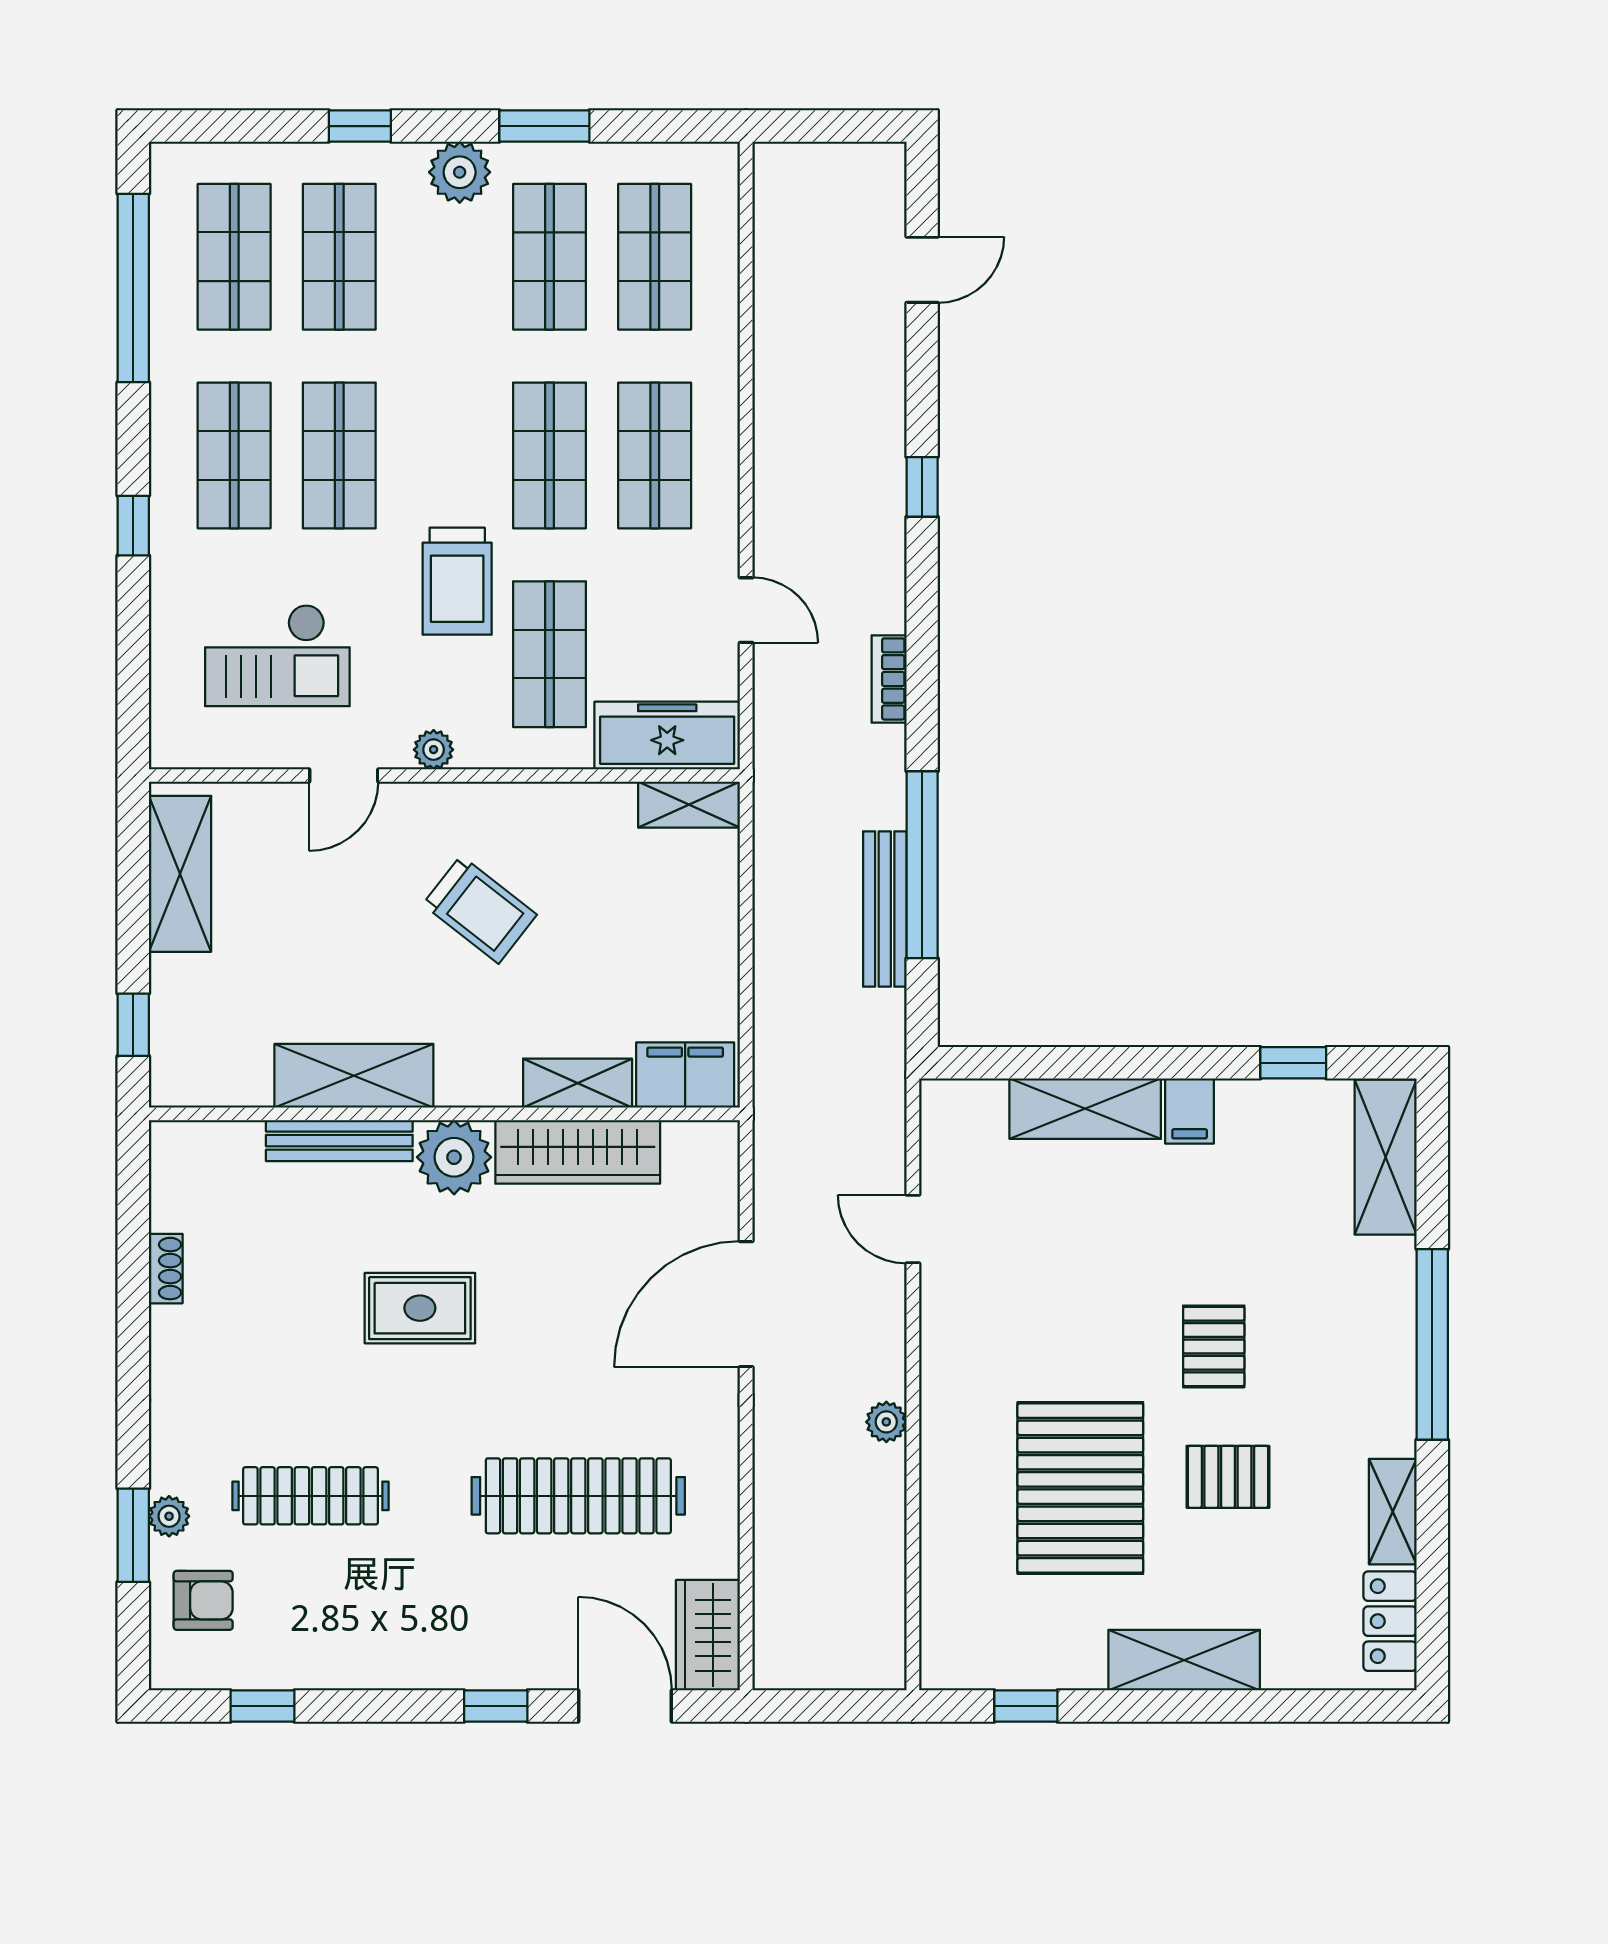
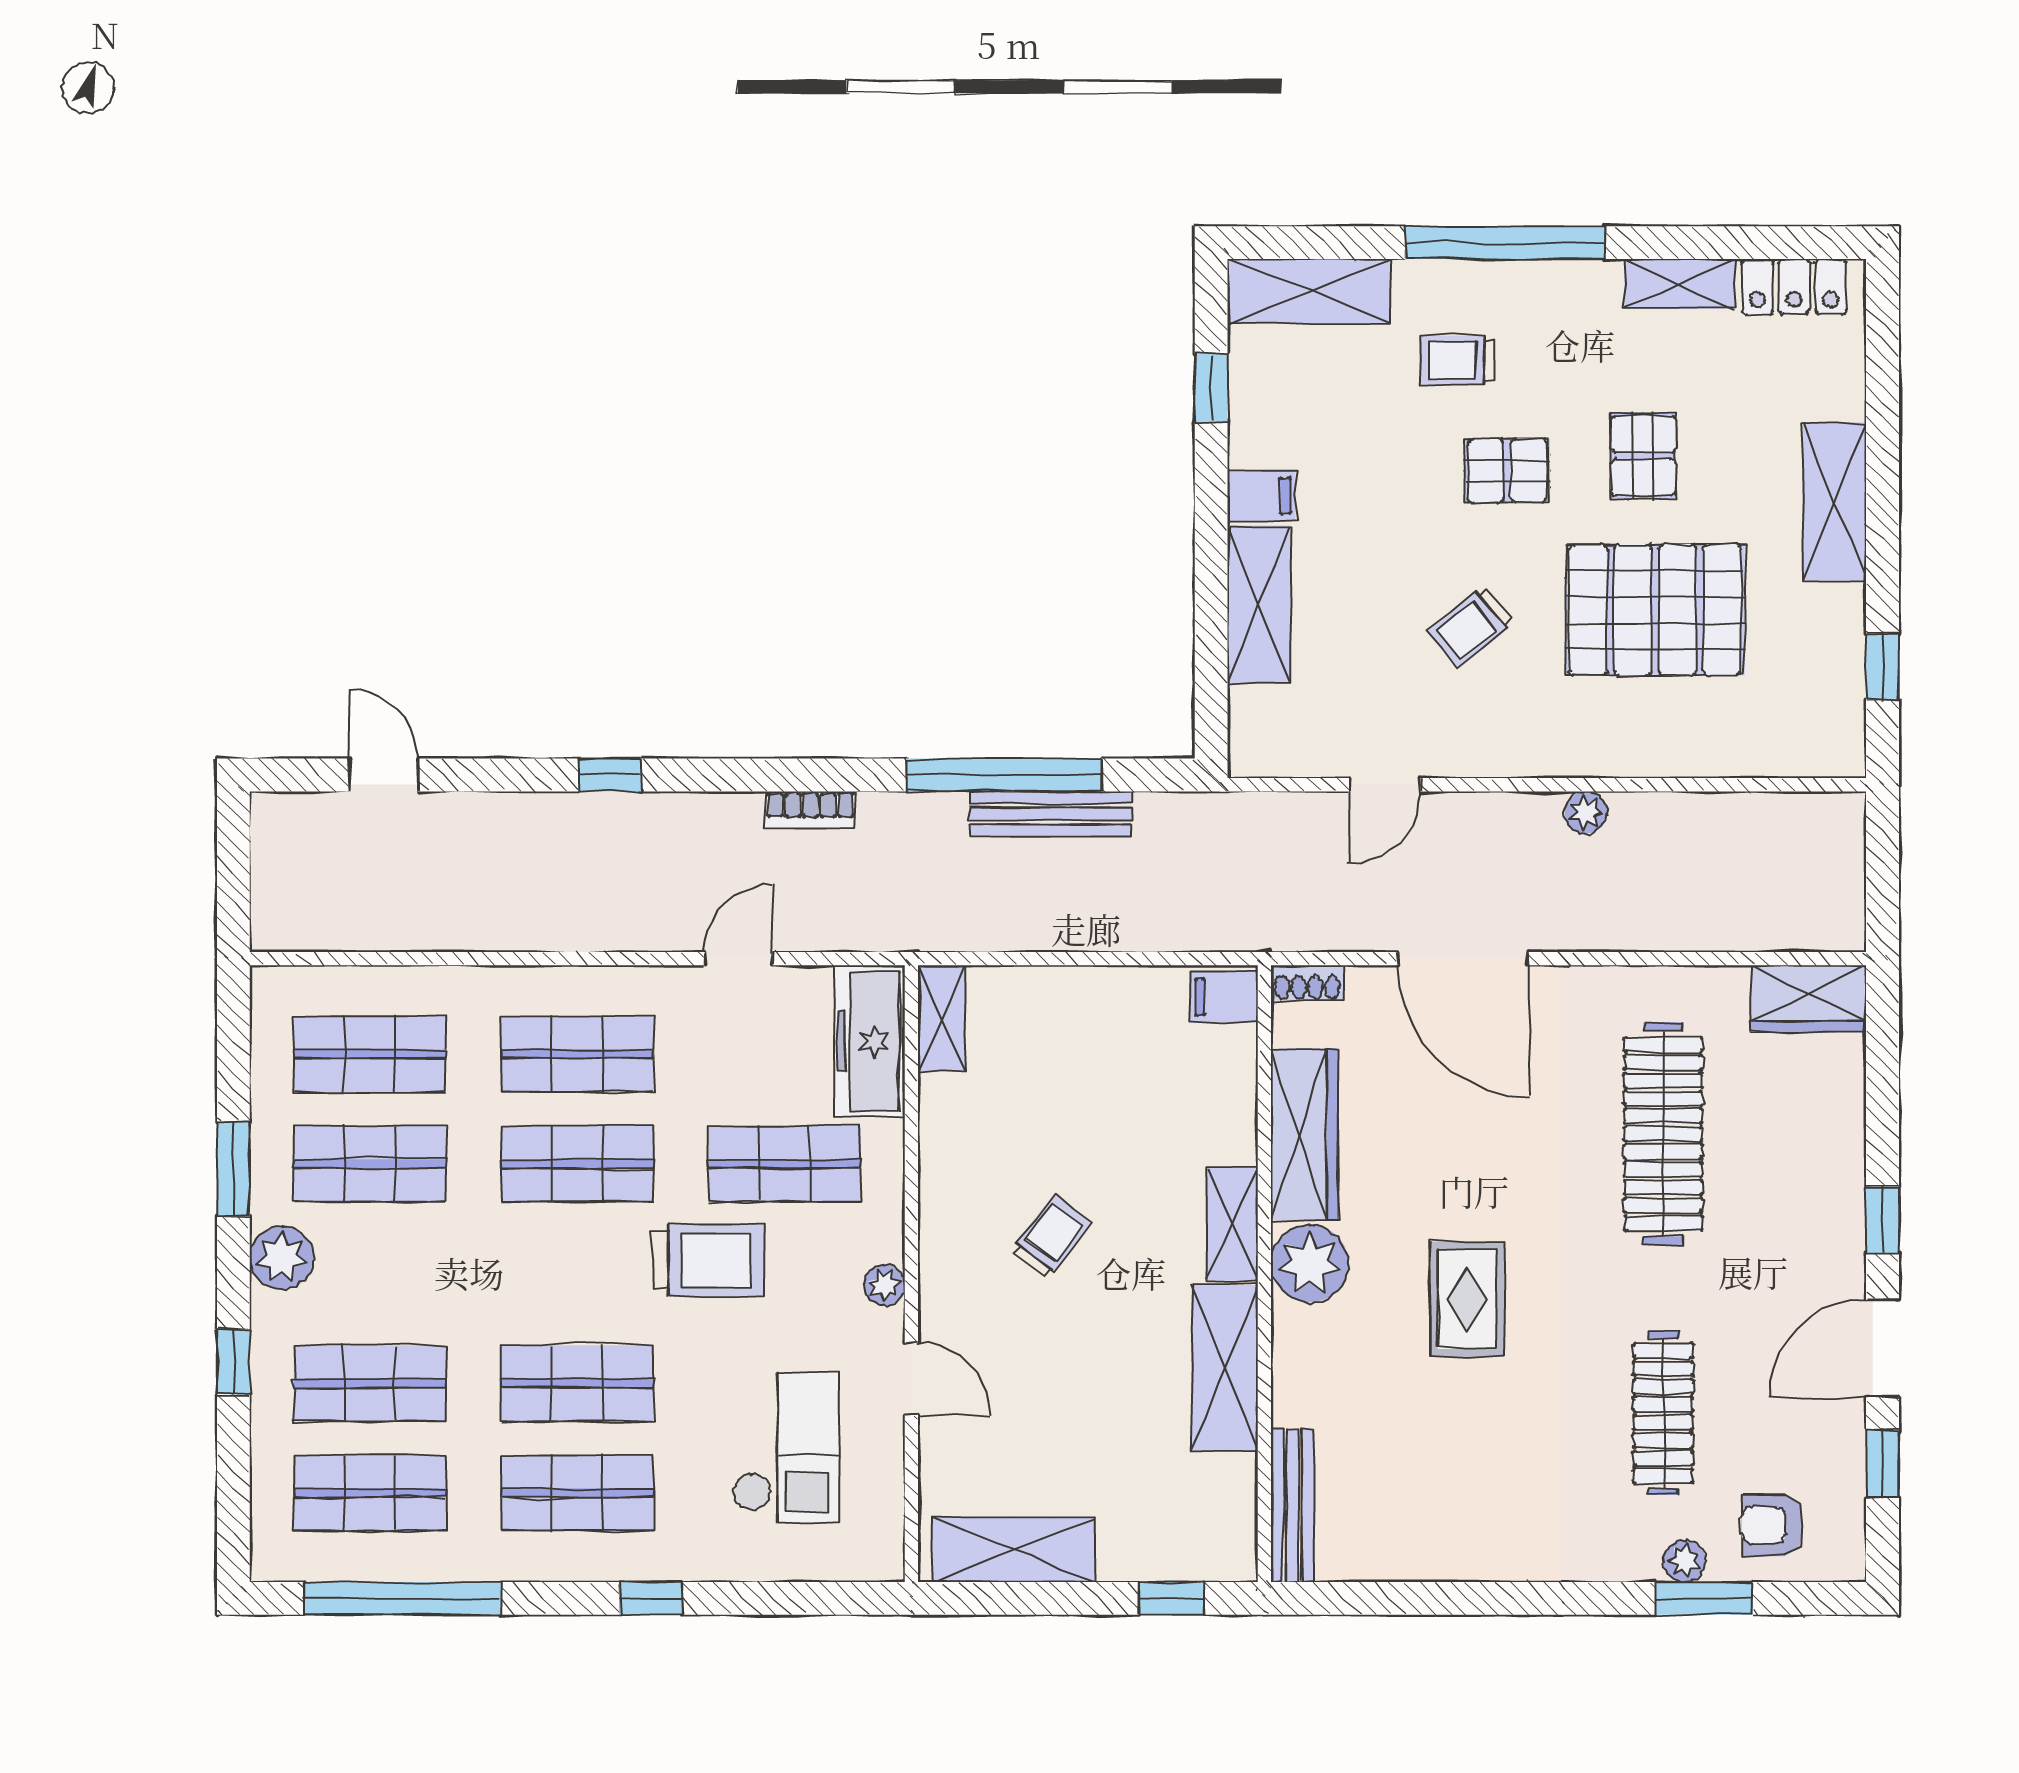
trolley: (480, 910) -> (1051, 1237), width x0.73, depth x0.72
filing cabinet: (685, 1075) -> (1224, 997), width x0.50
shelving: (578, 1083) -> (1232, 1224), moved
bench: (339, 1141) -> (1292, 1506), moved
shoe rack: (166, 1269) -> (1307, 983), moved, turned 180
trolley: (1320, 1299) -> (1457, 360), added
trolley: (1064, 1312) -> (1471, 627), added
armchair: (203, 1600) -> (1772, 1525), turned -90
door: (625, 1706) -> (1883, 1348), moved

